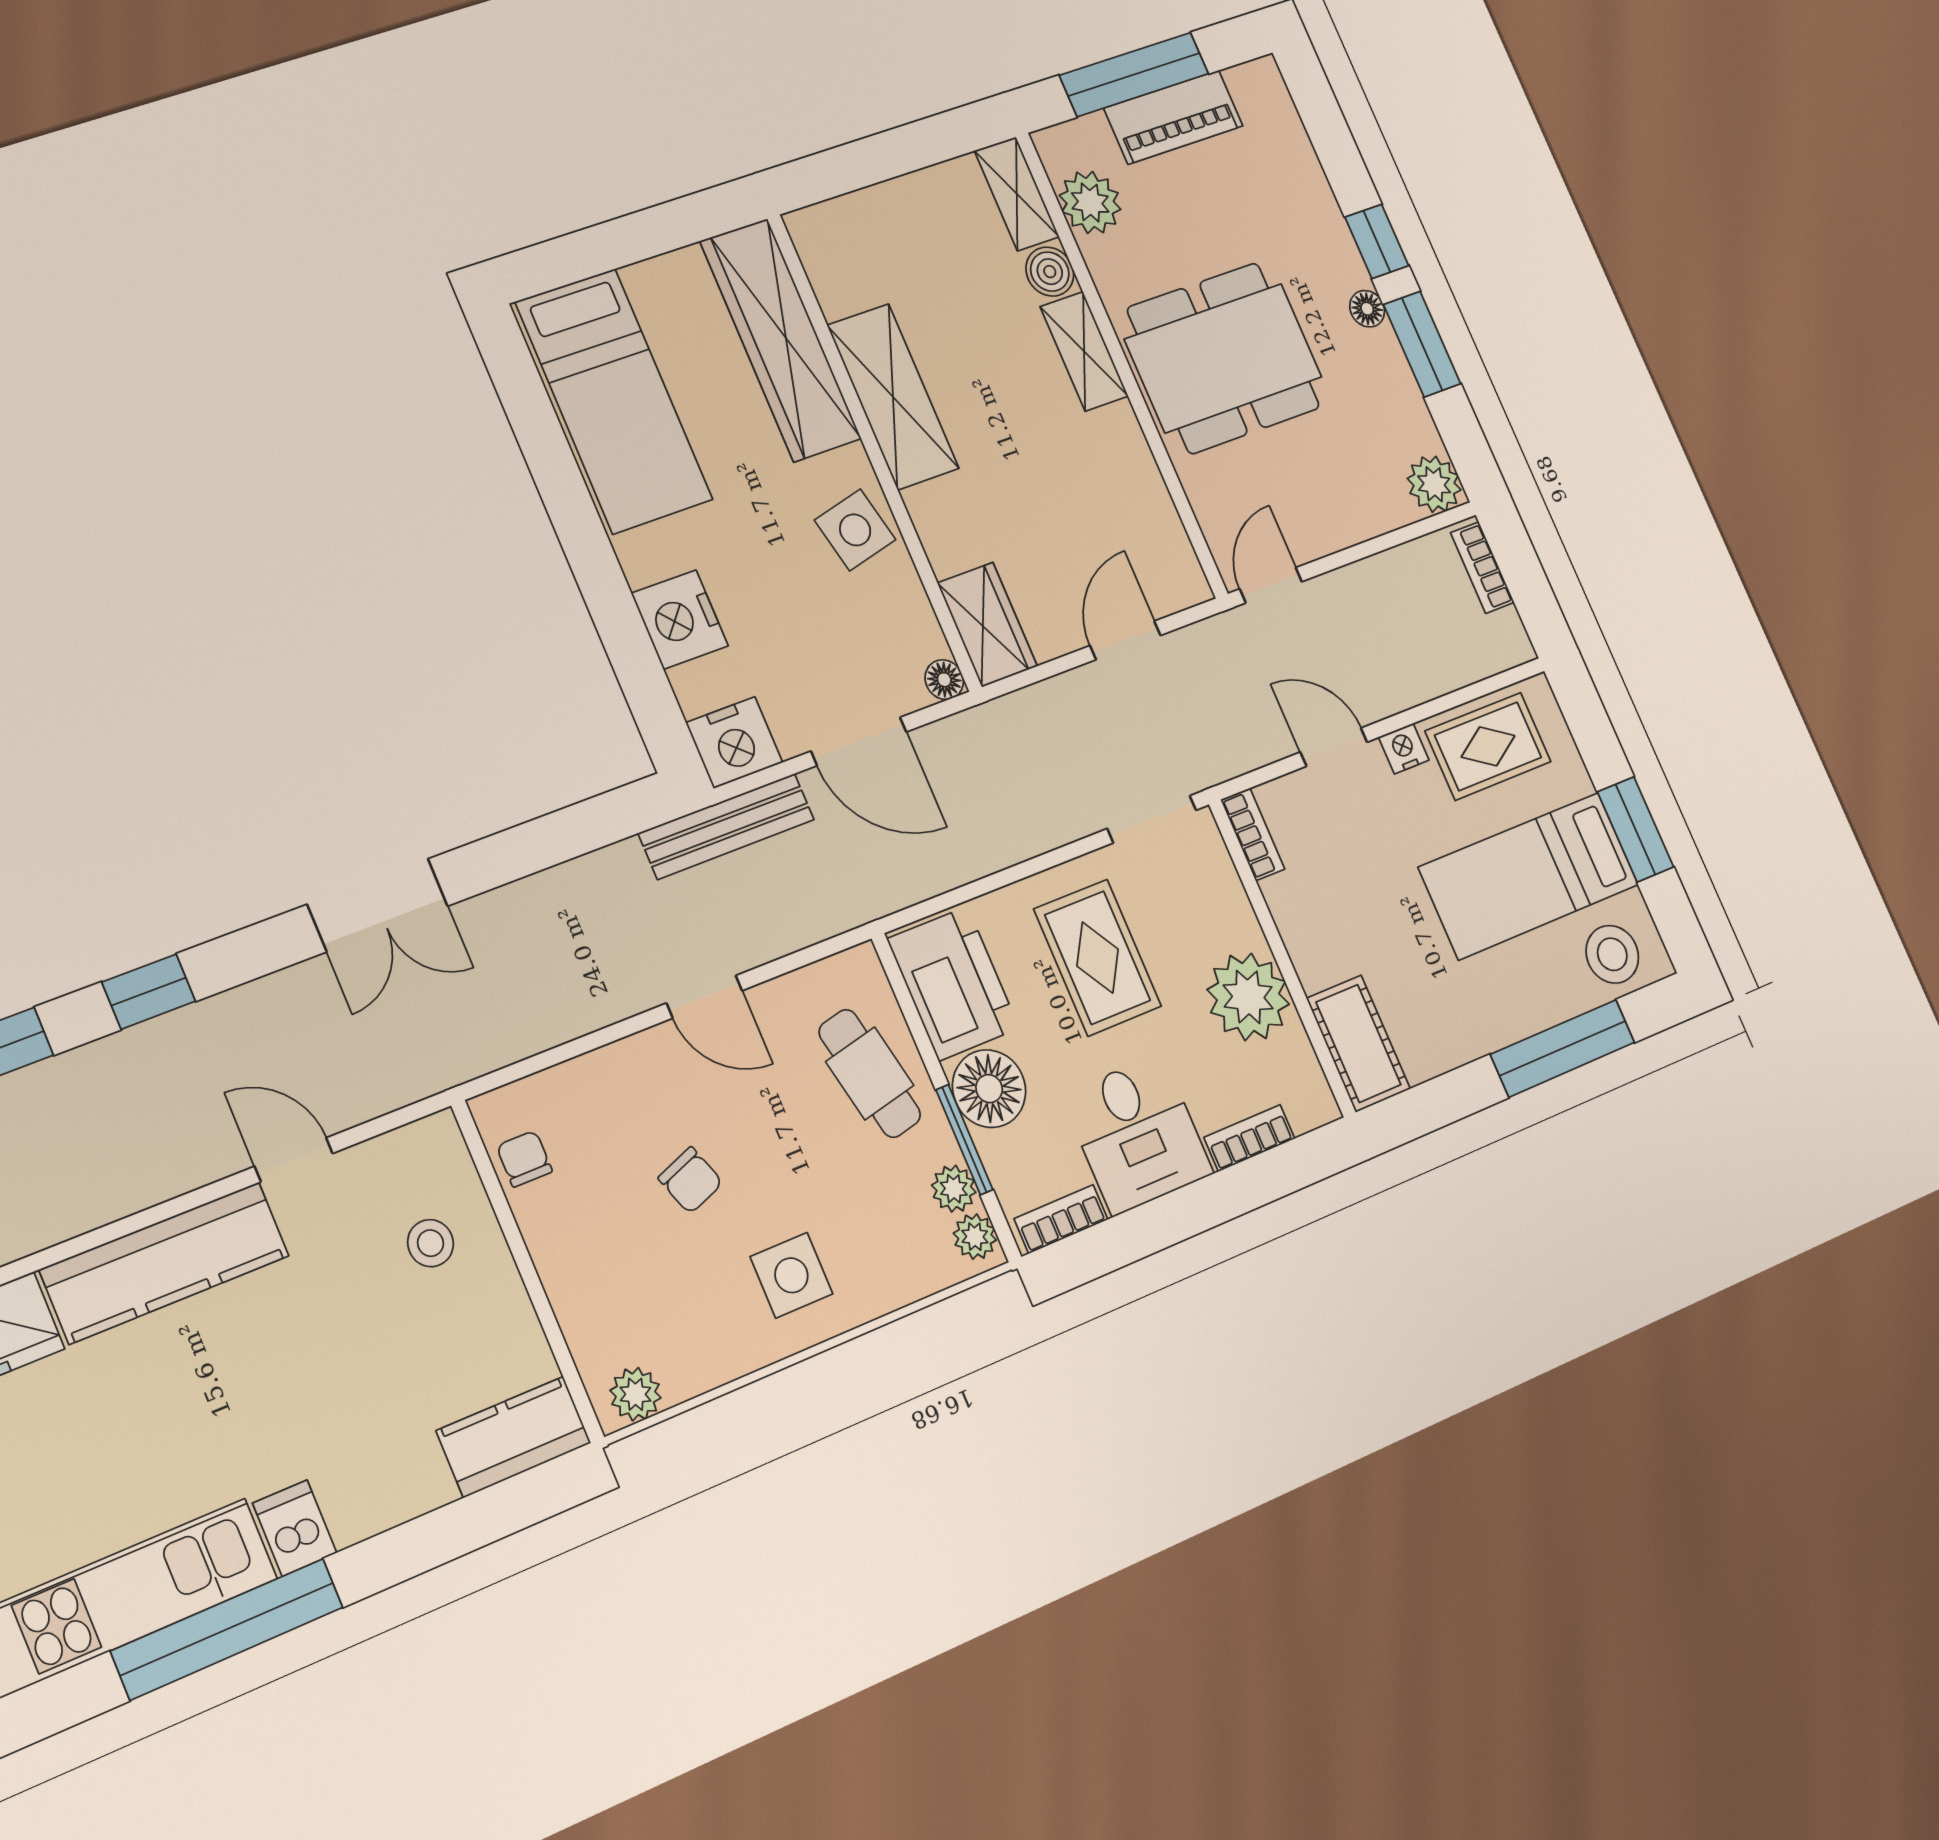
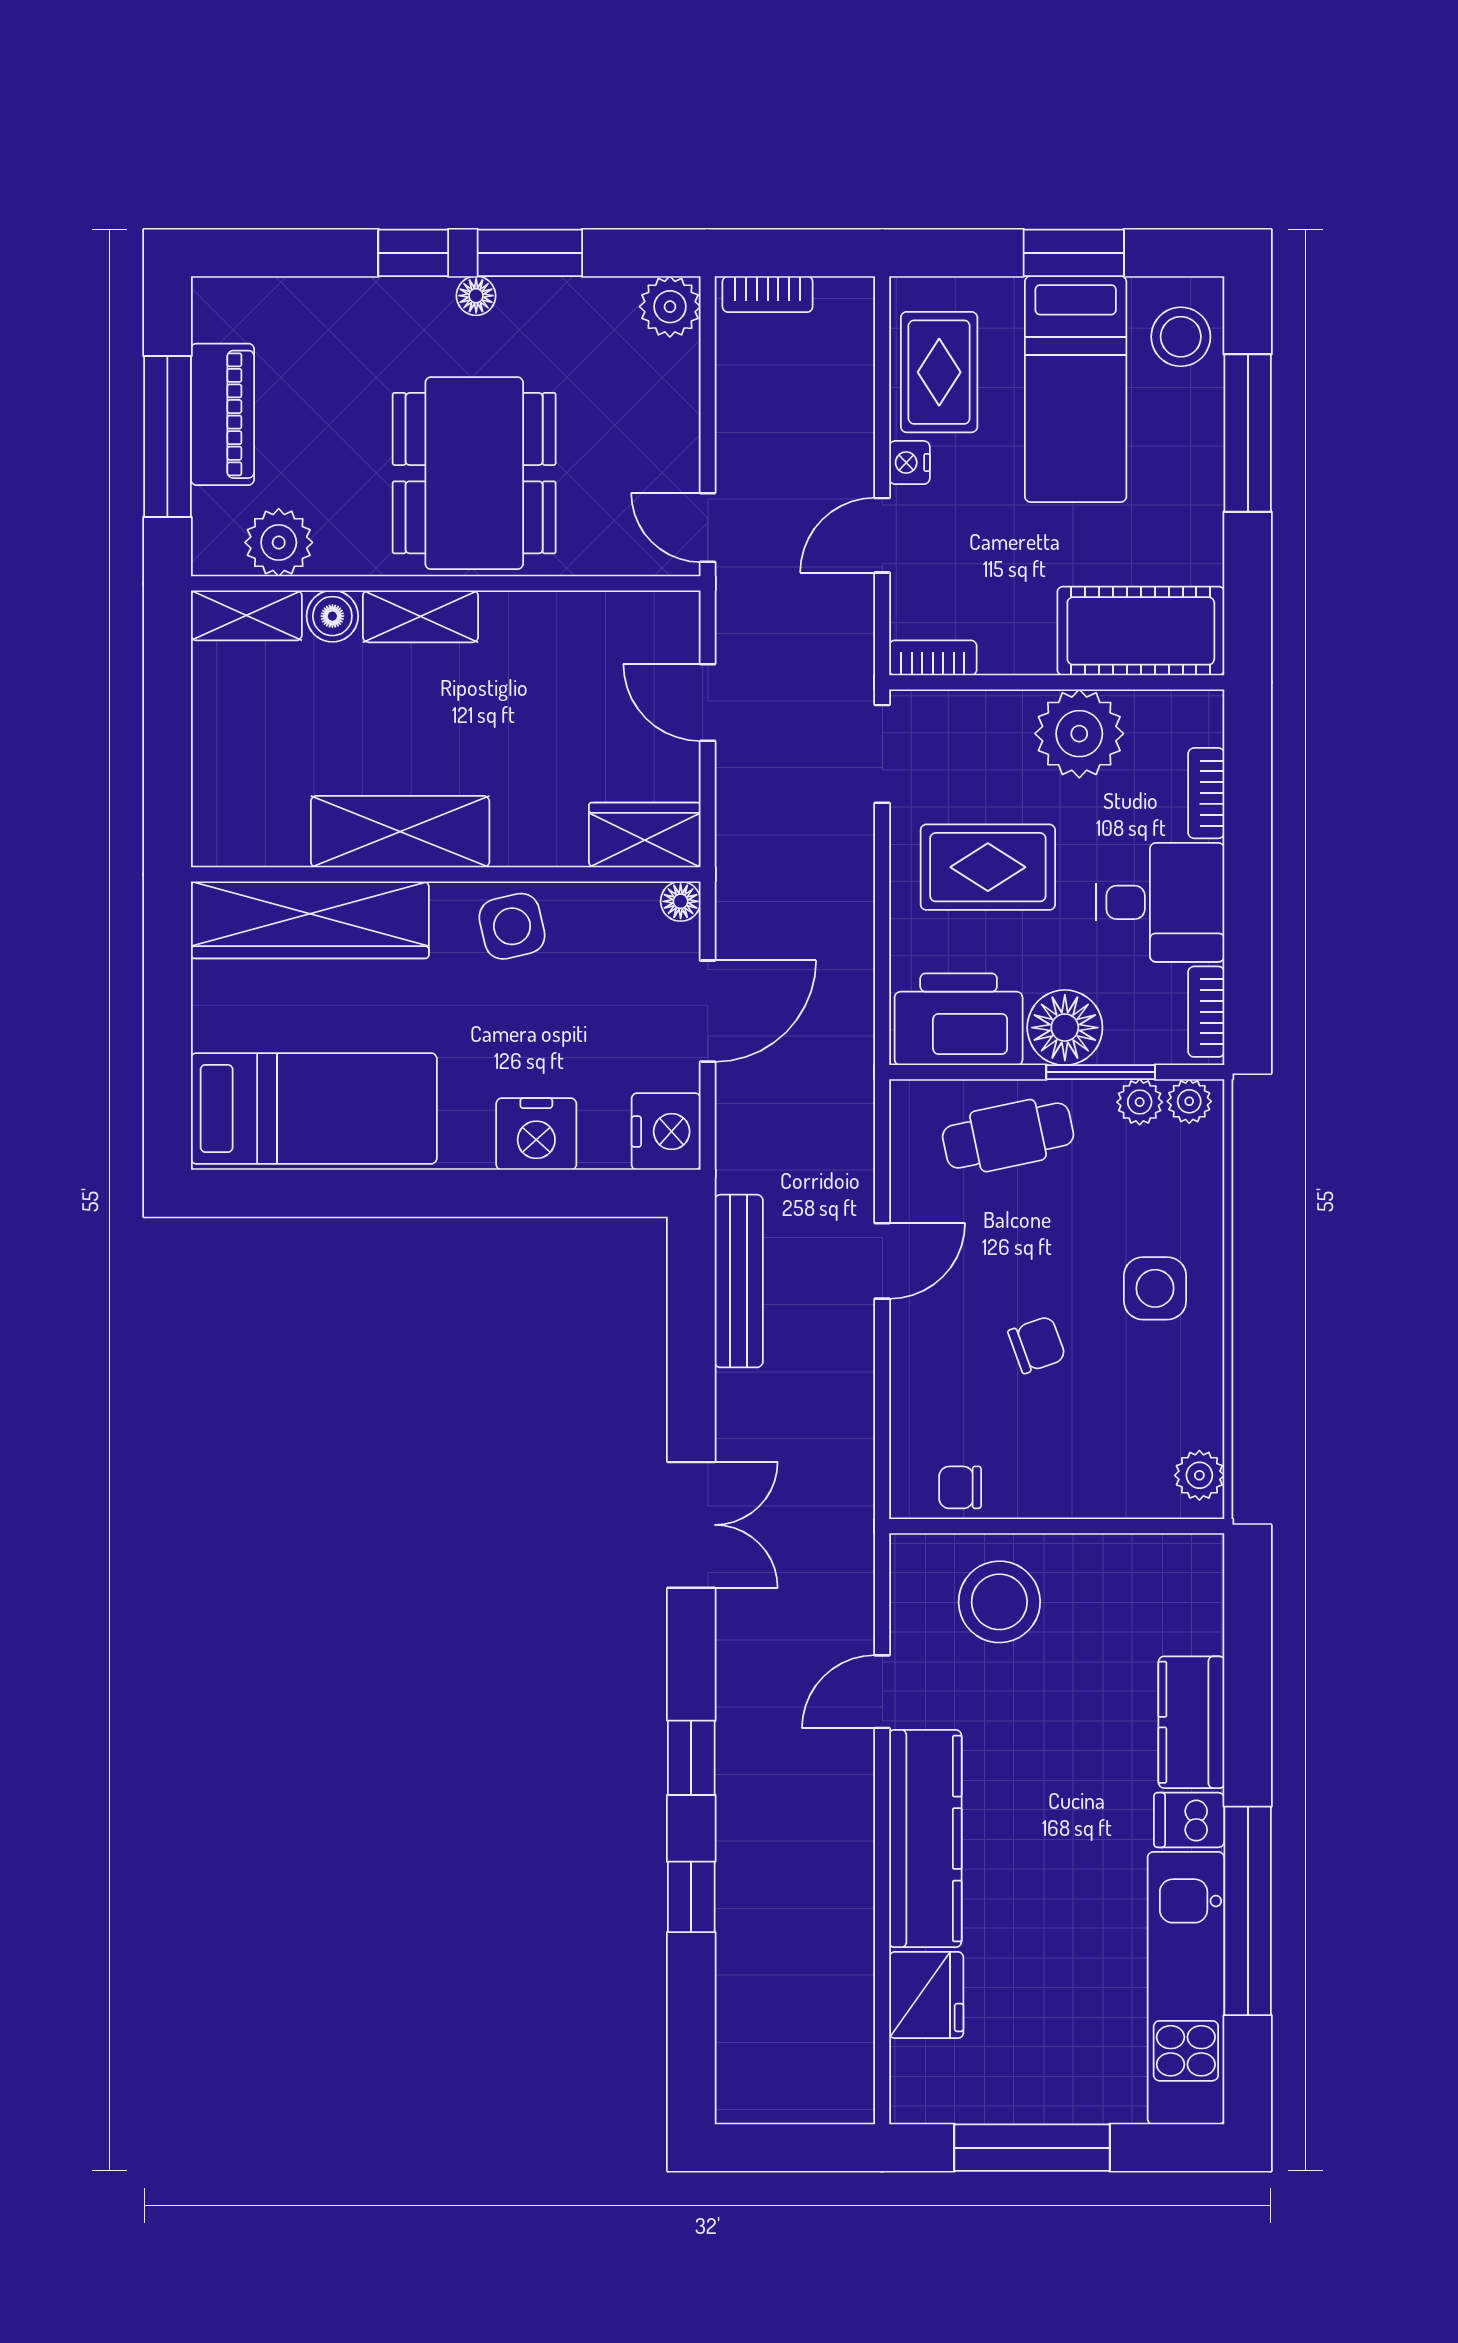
bench: (726, 826) -> (739, 1281), moved
cot: (1358, 1043) -> (1141, 631), width x1.37, depth x1.34
stool: (431, 1243) -> (999, 1602), width x1.89, depth x1.89
kitchen counter: (514, 1437) -> (1191, 1722), moved

